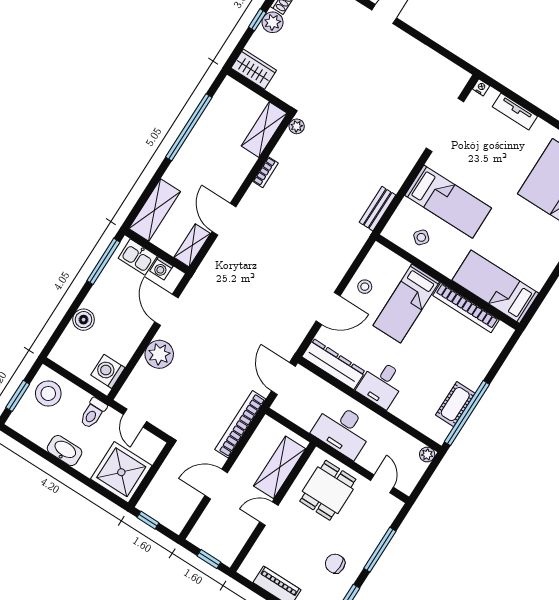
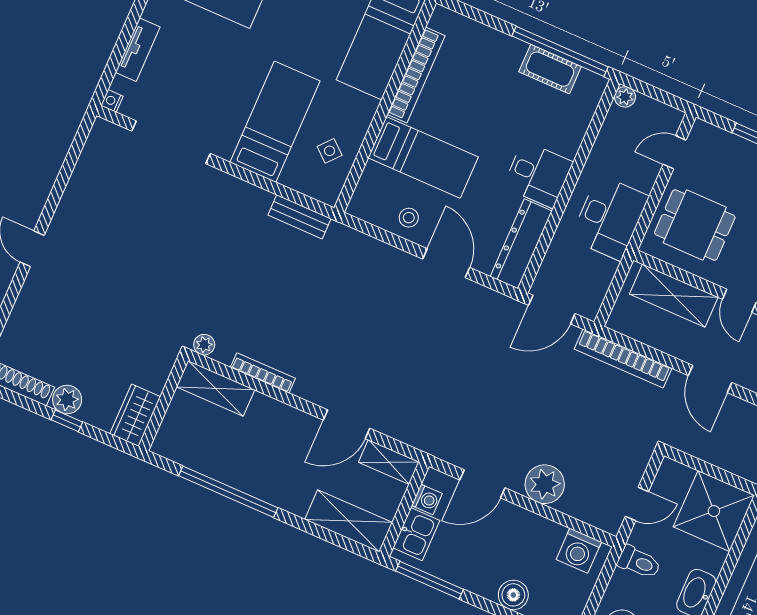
bookcase: (266, 172) -> (263, 373), width x1.56

